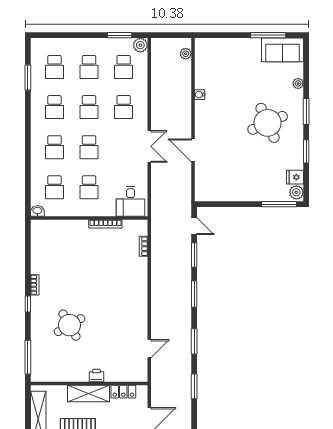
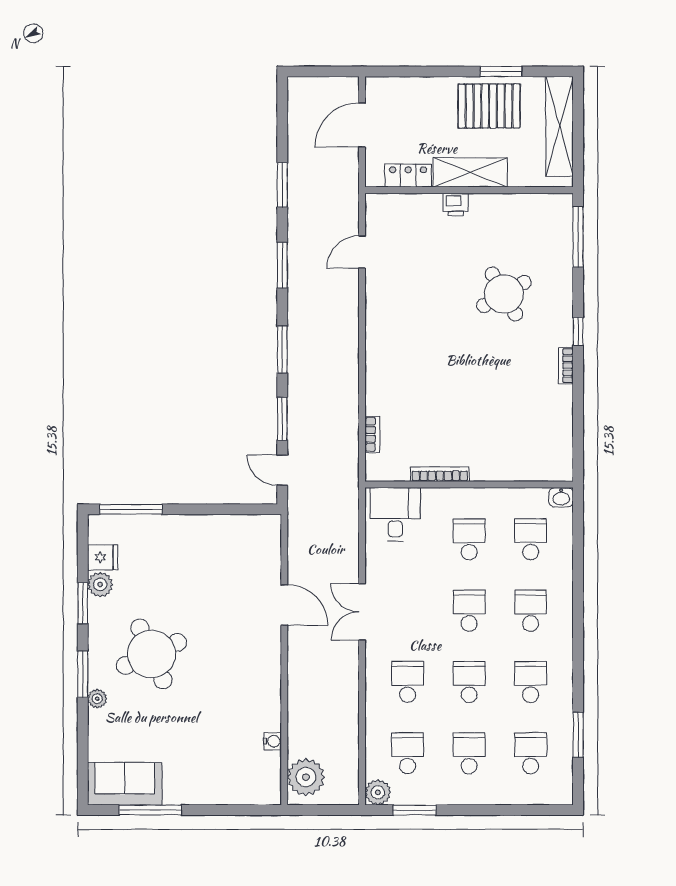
plant: (186, 54) -> (306, 777), width x1.87, depth x1.87
plant: (298, 83) -> (97, 699), moved
water cooler: (200, 95) -> (272, 741), moved
plant: (296, 192) -> (100, 584), moved

